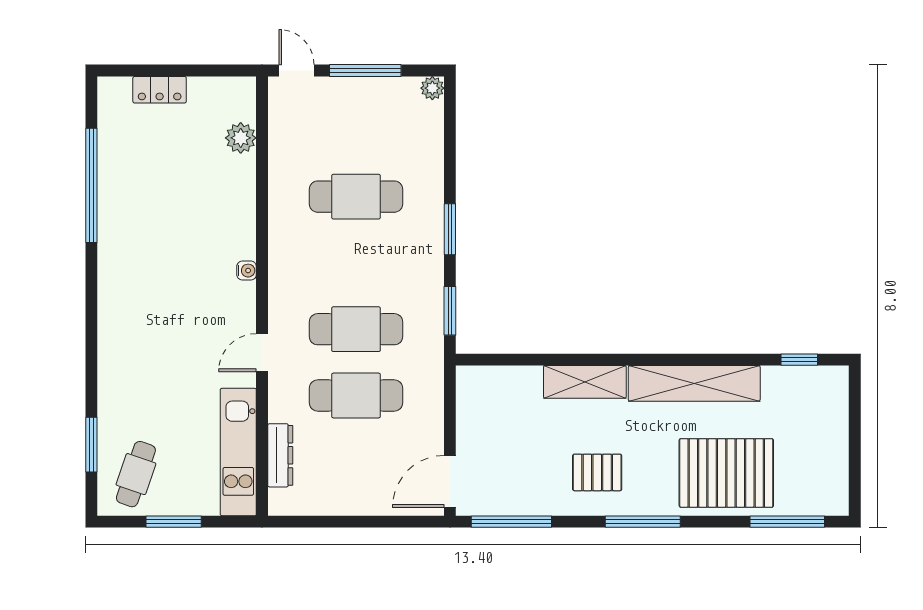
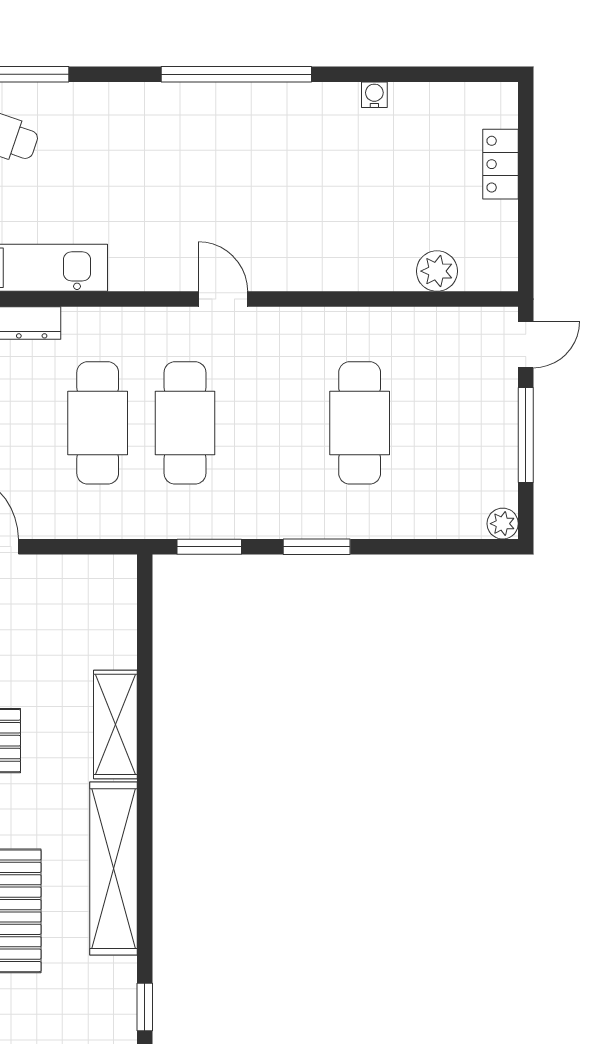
window: (91, 185) -> (236, 74), moved
water cooler: (247, 271) -> (374, 95), moved, turned 180
door: (262, 353) -> (223, 299), moved

